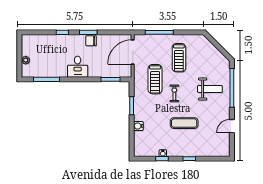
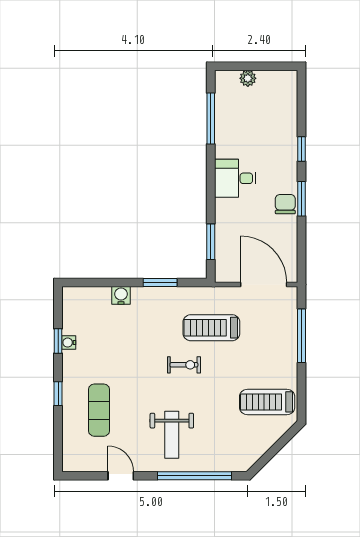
treadmill: (179, 58) -> (267, 402), moved
weight bench: (210, 89) -> (172, 435), moved
exercise mat: (184, 123) -> (99, 410), moved

